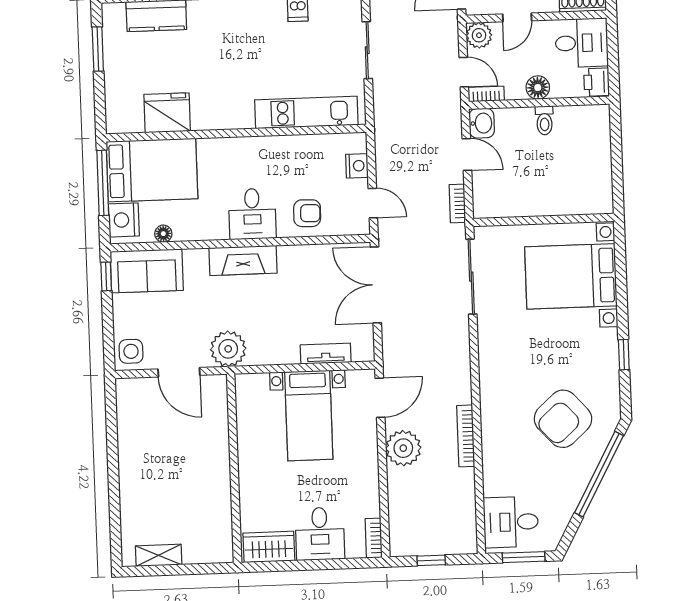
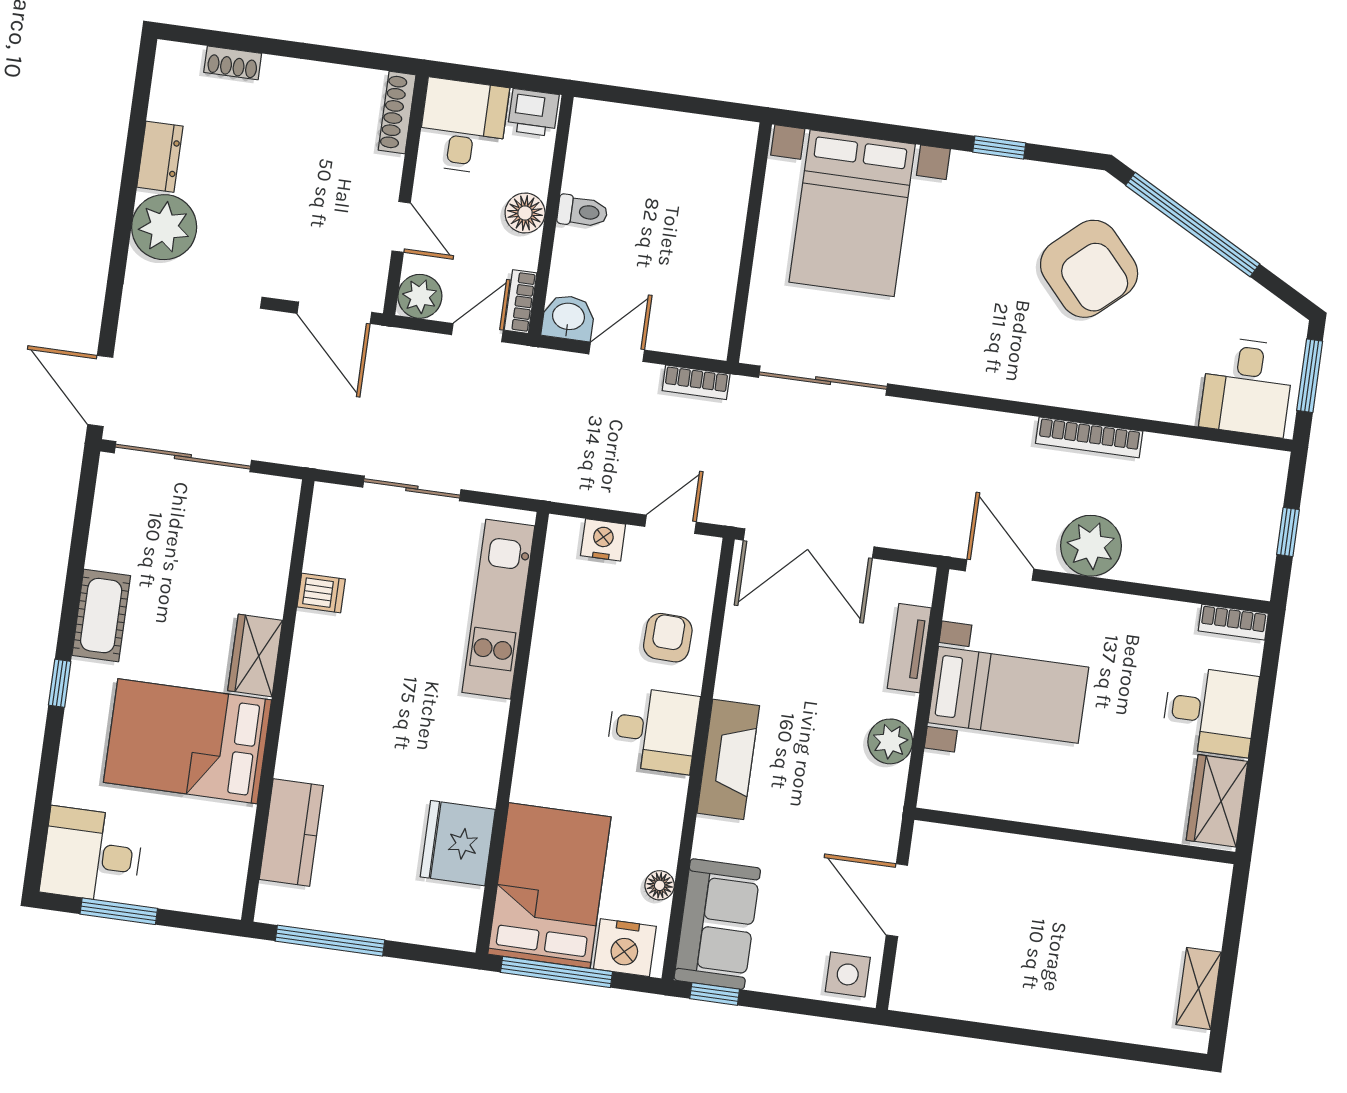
window: (98, 49) -> (330, 941), width x1.44
plant: (228, 349) -> (890, 741), moved, width x0.73, depth x0.73
door: (179, 372) -> (897, 900), swing flipped

